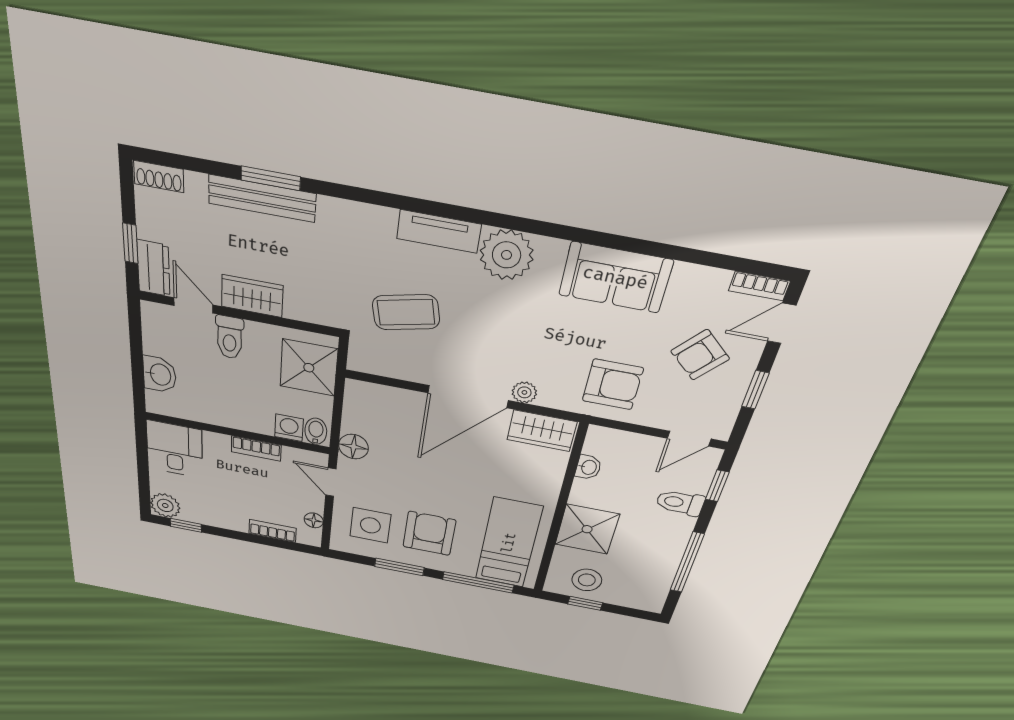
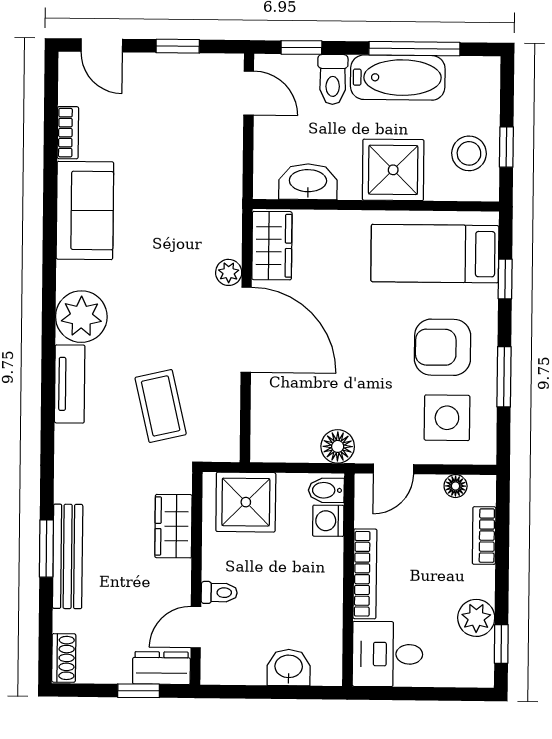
bookcase: (759, 286) -> (68, 133), moved
wardrobe: (252, 296) -> (173, 526), moved
toilet: (230, 337) -> (219, 593), width x0.73, depth x0.72
armchair: (700, 355) -> (150, 110), removed
armchair: (613, 384) -> (201, 186), removed
bookcase: (256, 448) -> (365, 574), width x1.56
washbasin: (588, 467) -> (308, 182), width x1.91, depth x1.45
plant: (165, 505) -> (476, 618), moved
bathtub: (666, 547) -> (398, 78), added
window: (478, 582) -> (505, 279), width x0.46

